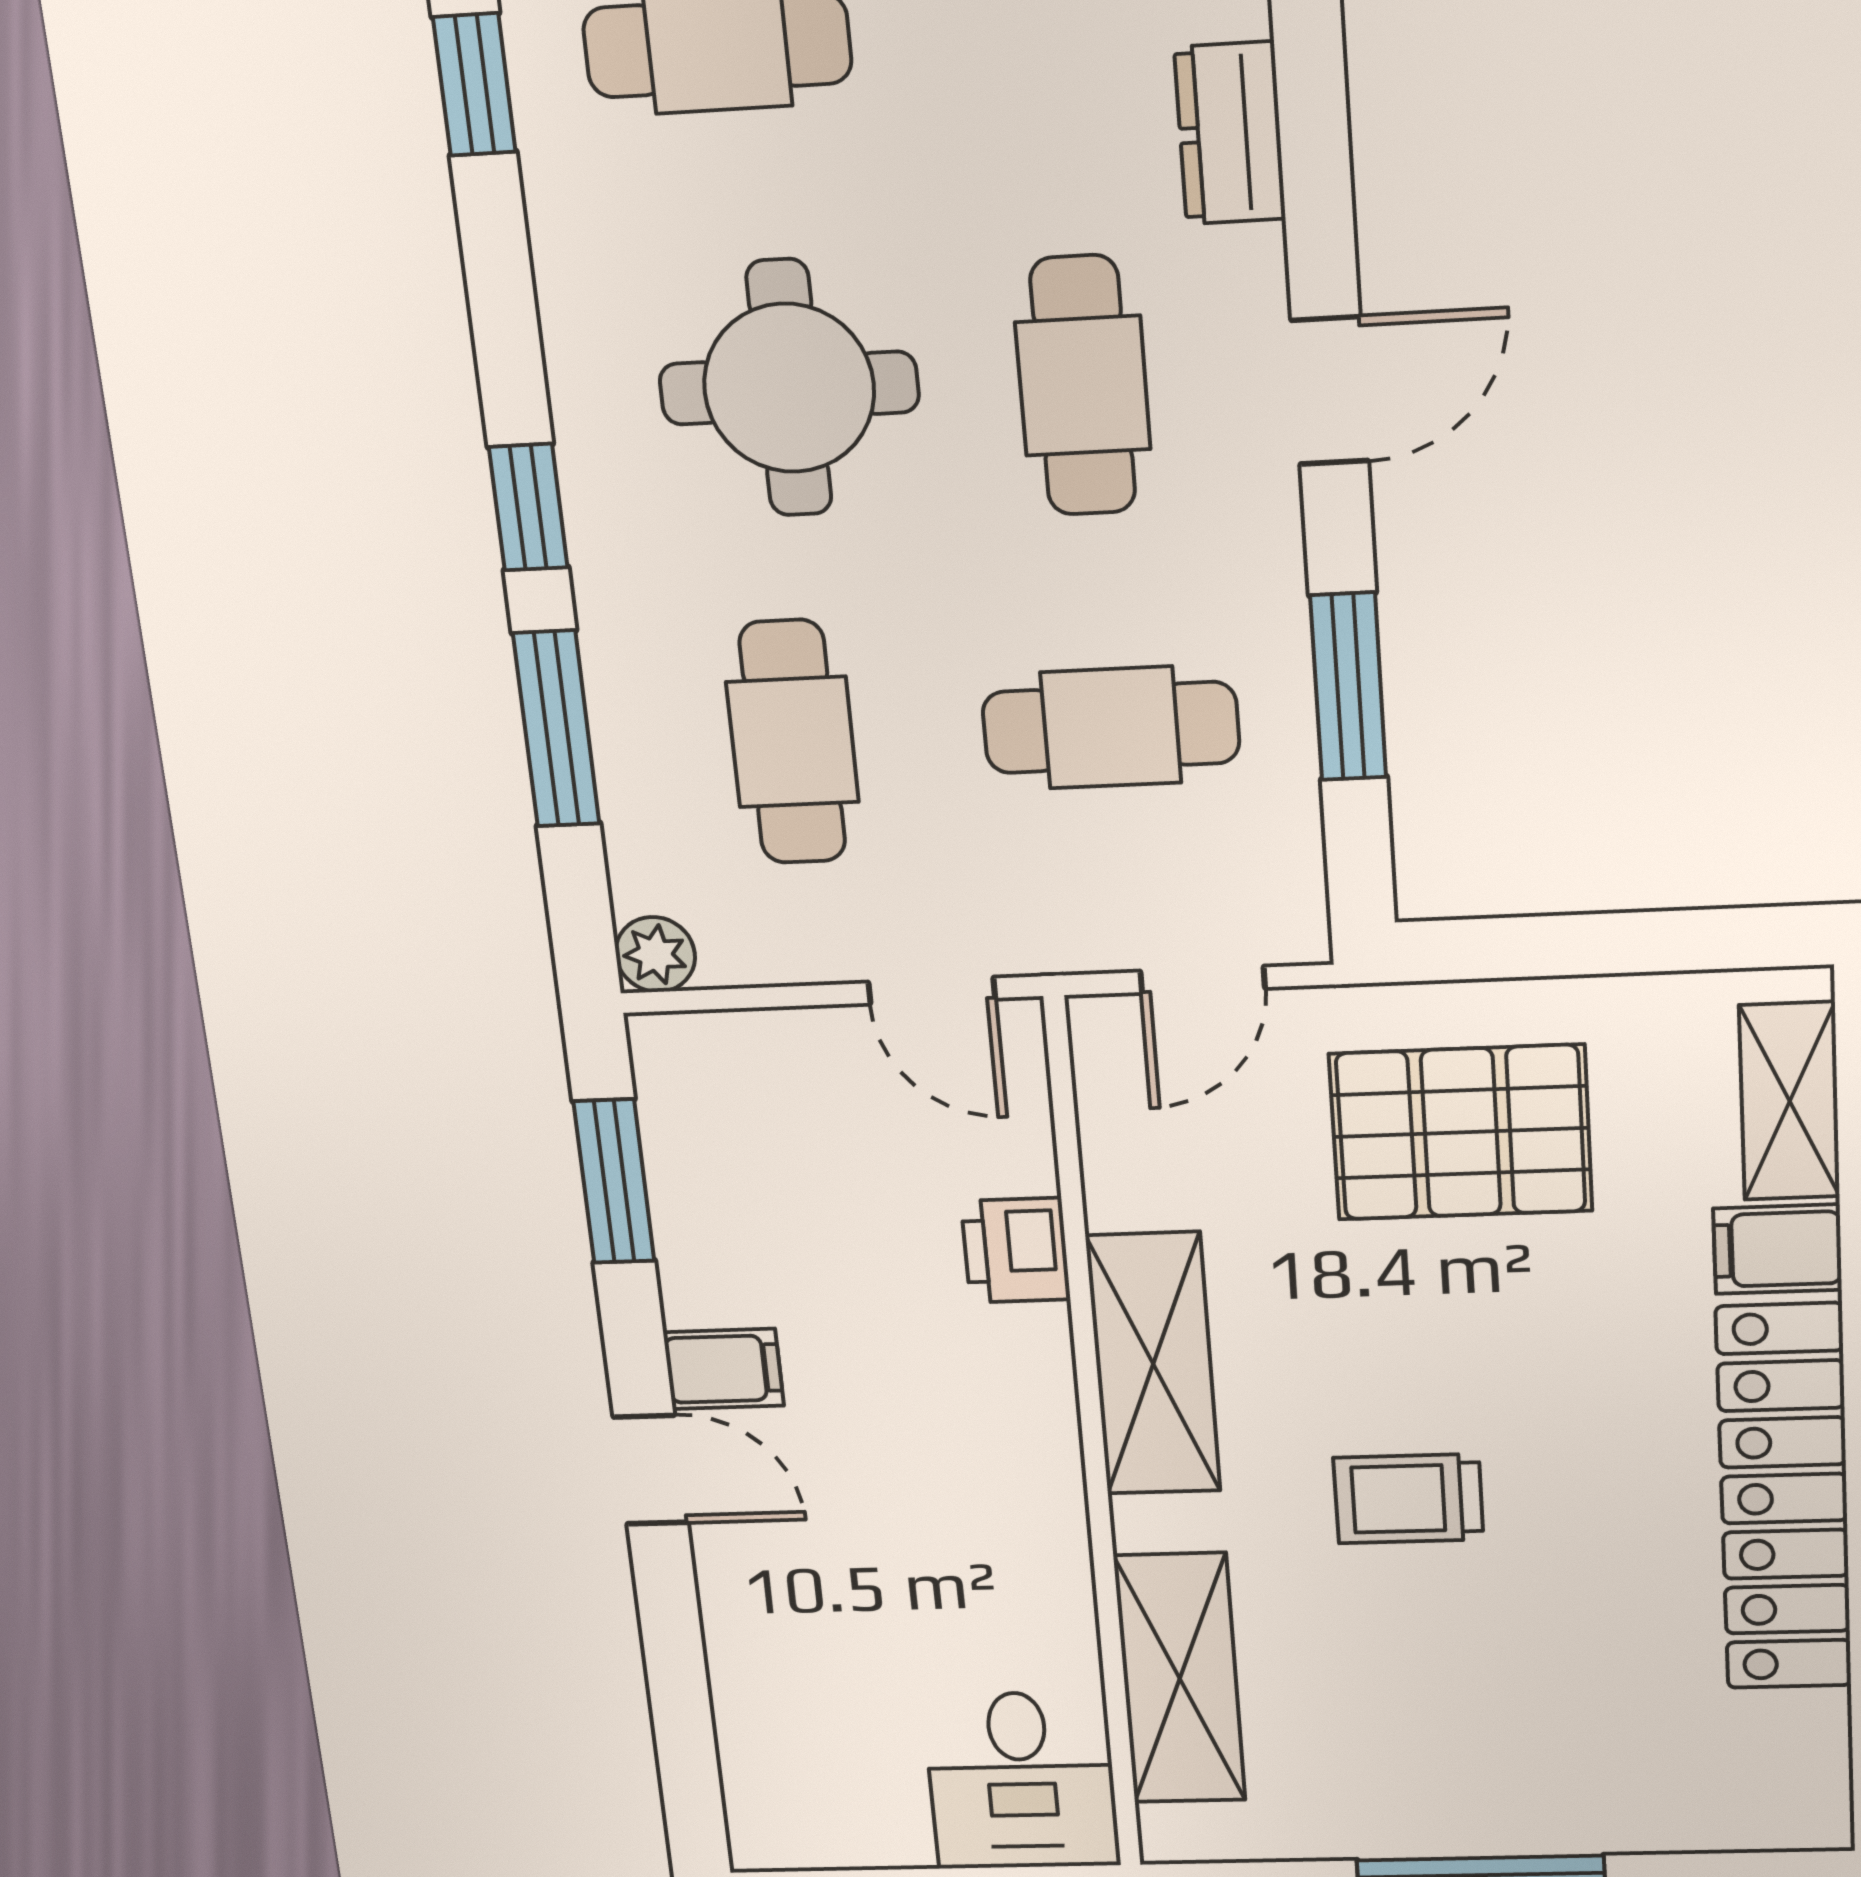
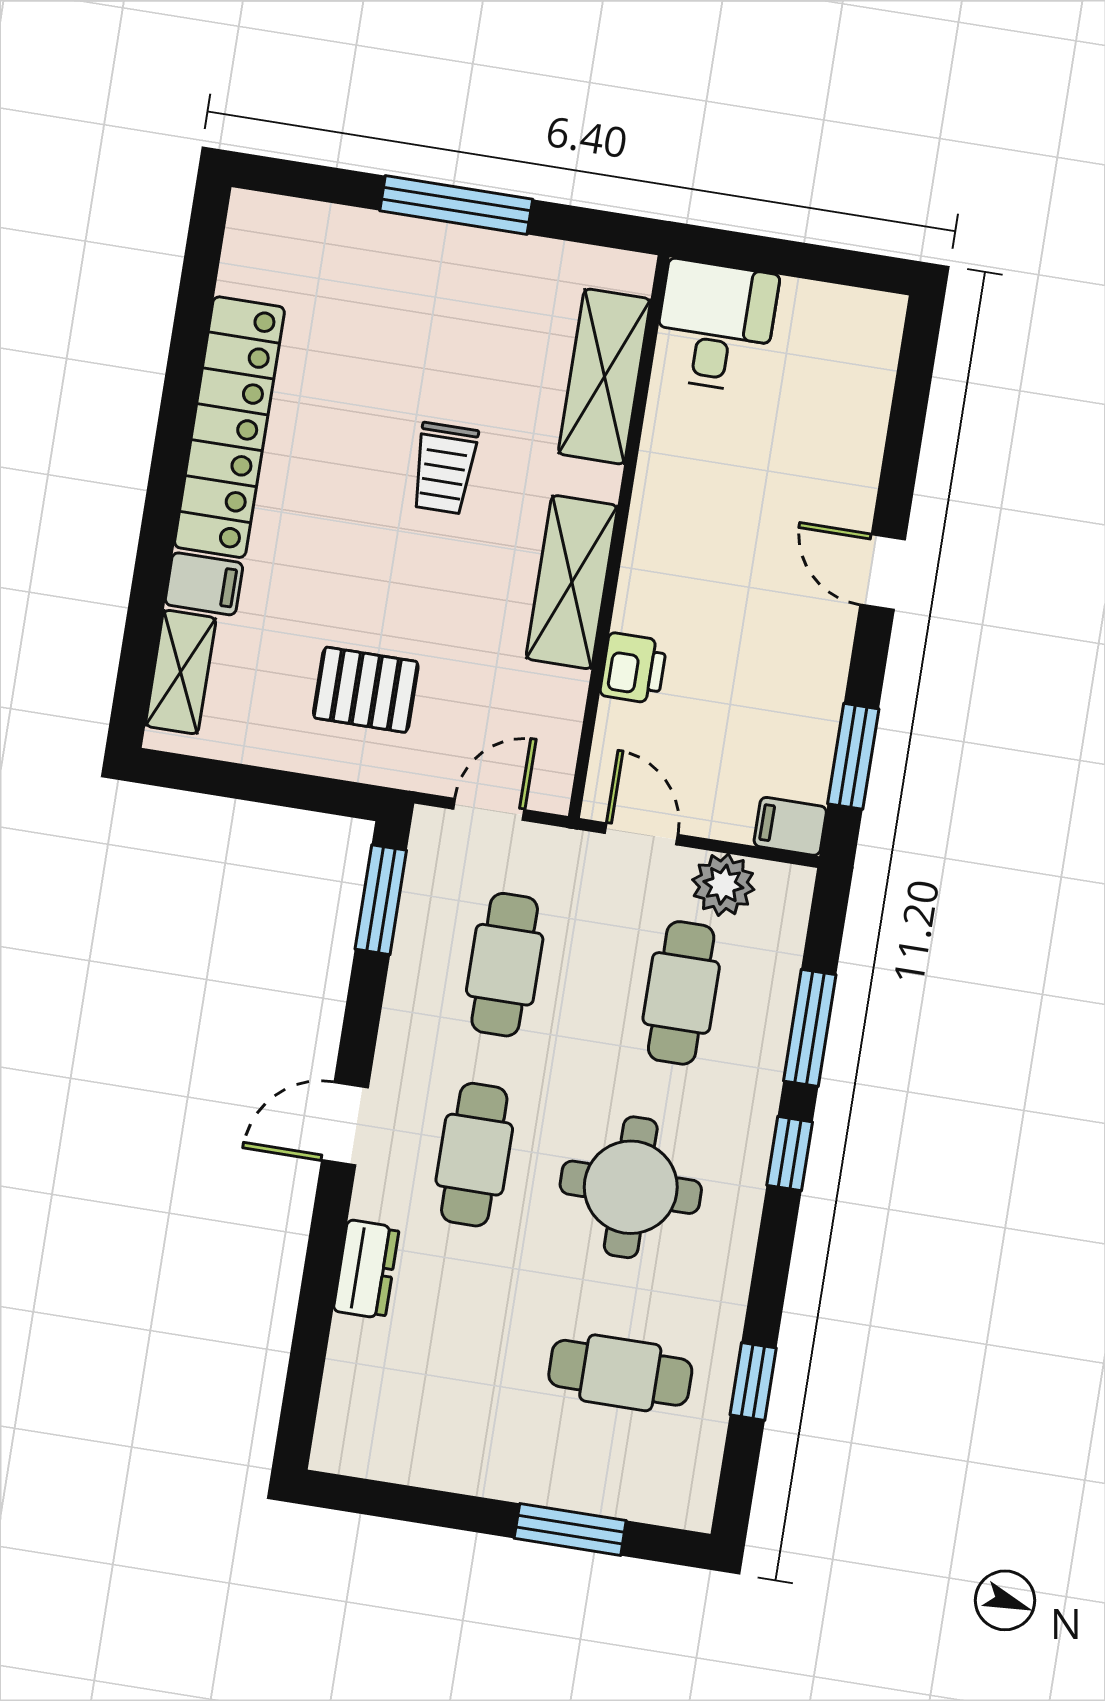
window: (1348, 687) -> (381, 900), moved
cafe table: (1111, 727) -> (505, 965), turned 90
plant: (655, 954) -> (723, 885), moved, width x1.38, depth x1.38
pallet: (1461, 1132) -> (366, 690), width x0.67, depth x0.71
filing cabinet: (723, 1369) -> (790, 826), moved
trolley: (1408, 1499) -> (444, 468), turned 90

